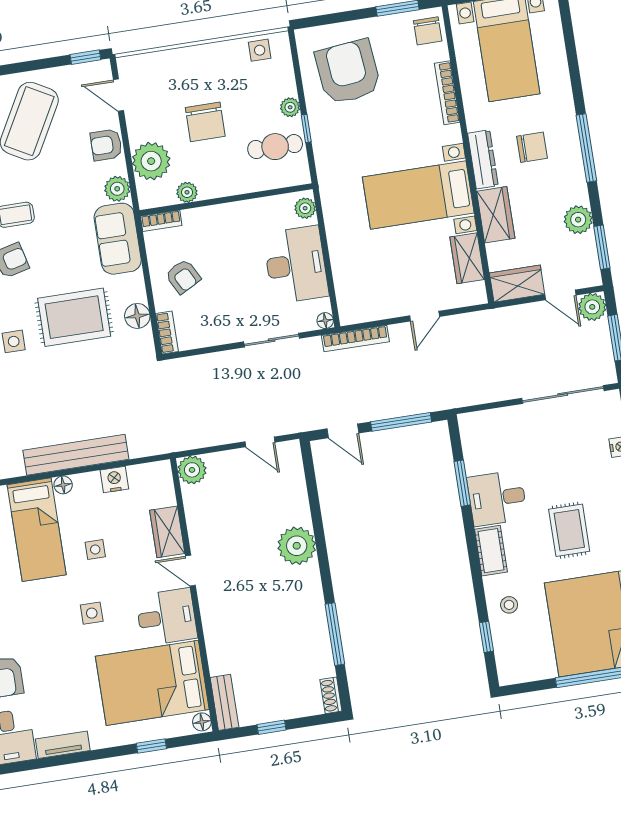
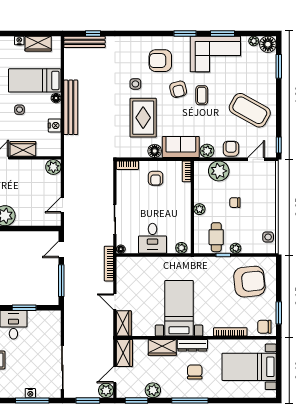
chair: (205, 122) -> (235, 203), width x0.54, depth x0.54
chair: (532, 147) -> (195, 372), turned 180
plant: (187, 192) -> (199, 209), moved
wardrobe: (467, 258) -> (124, 323), moved, turned 90
desk: (296, 265) -> (152, 238), width x0.73
armchair: (183, 276) -> (156, 178), turned -62
floor lamp: (137, 316) -> (155, 151), moved

